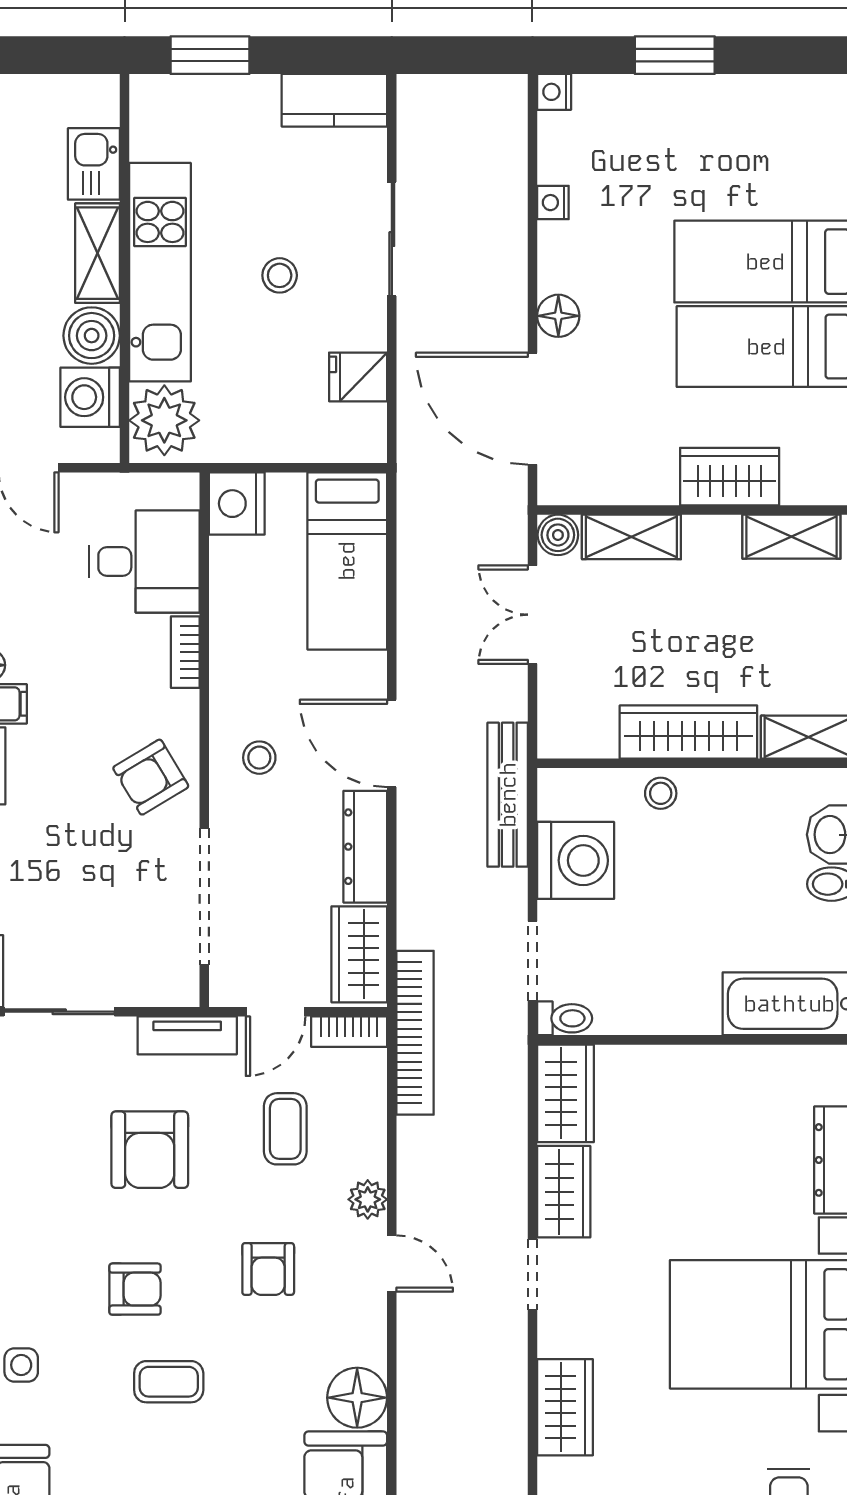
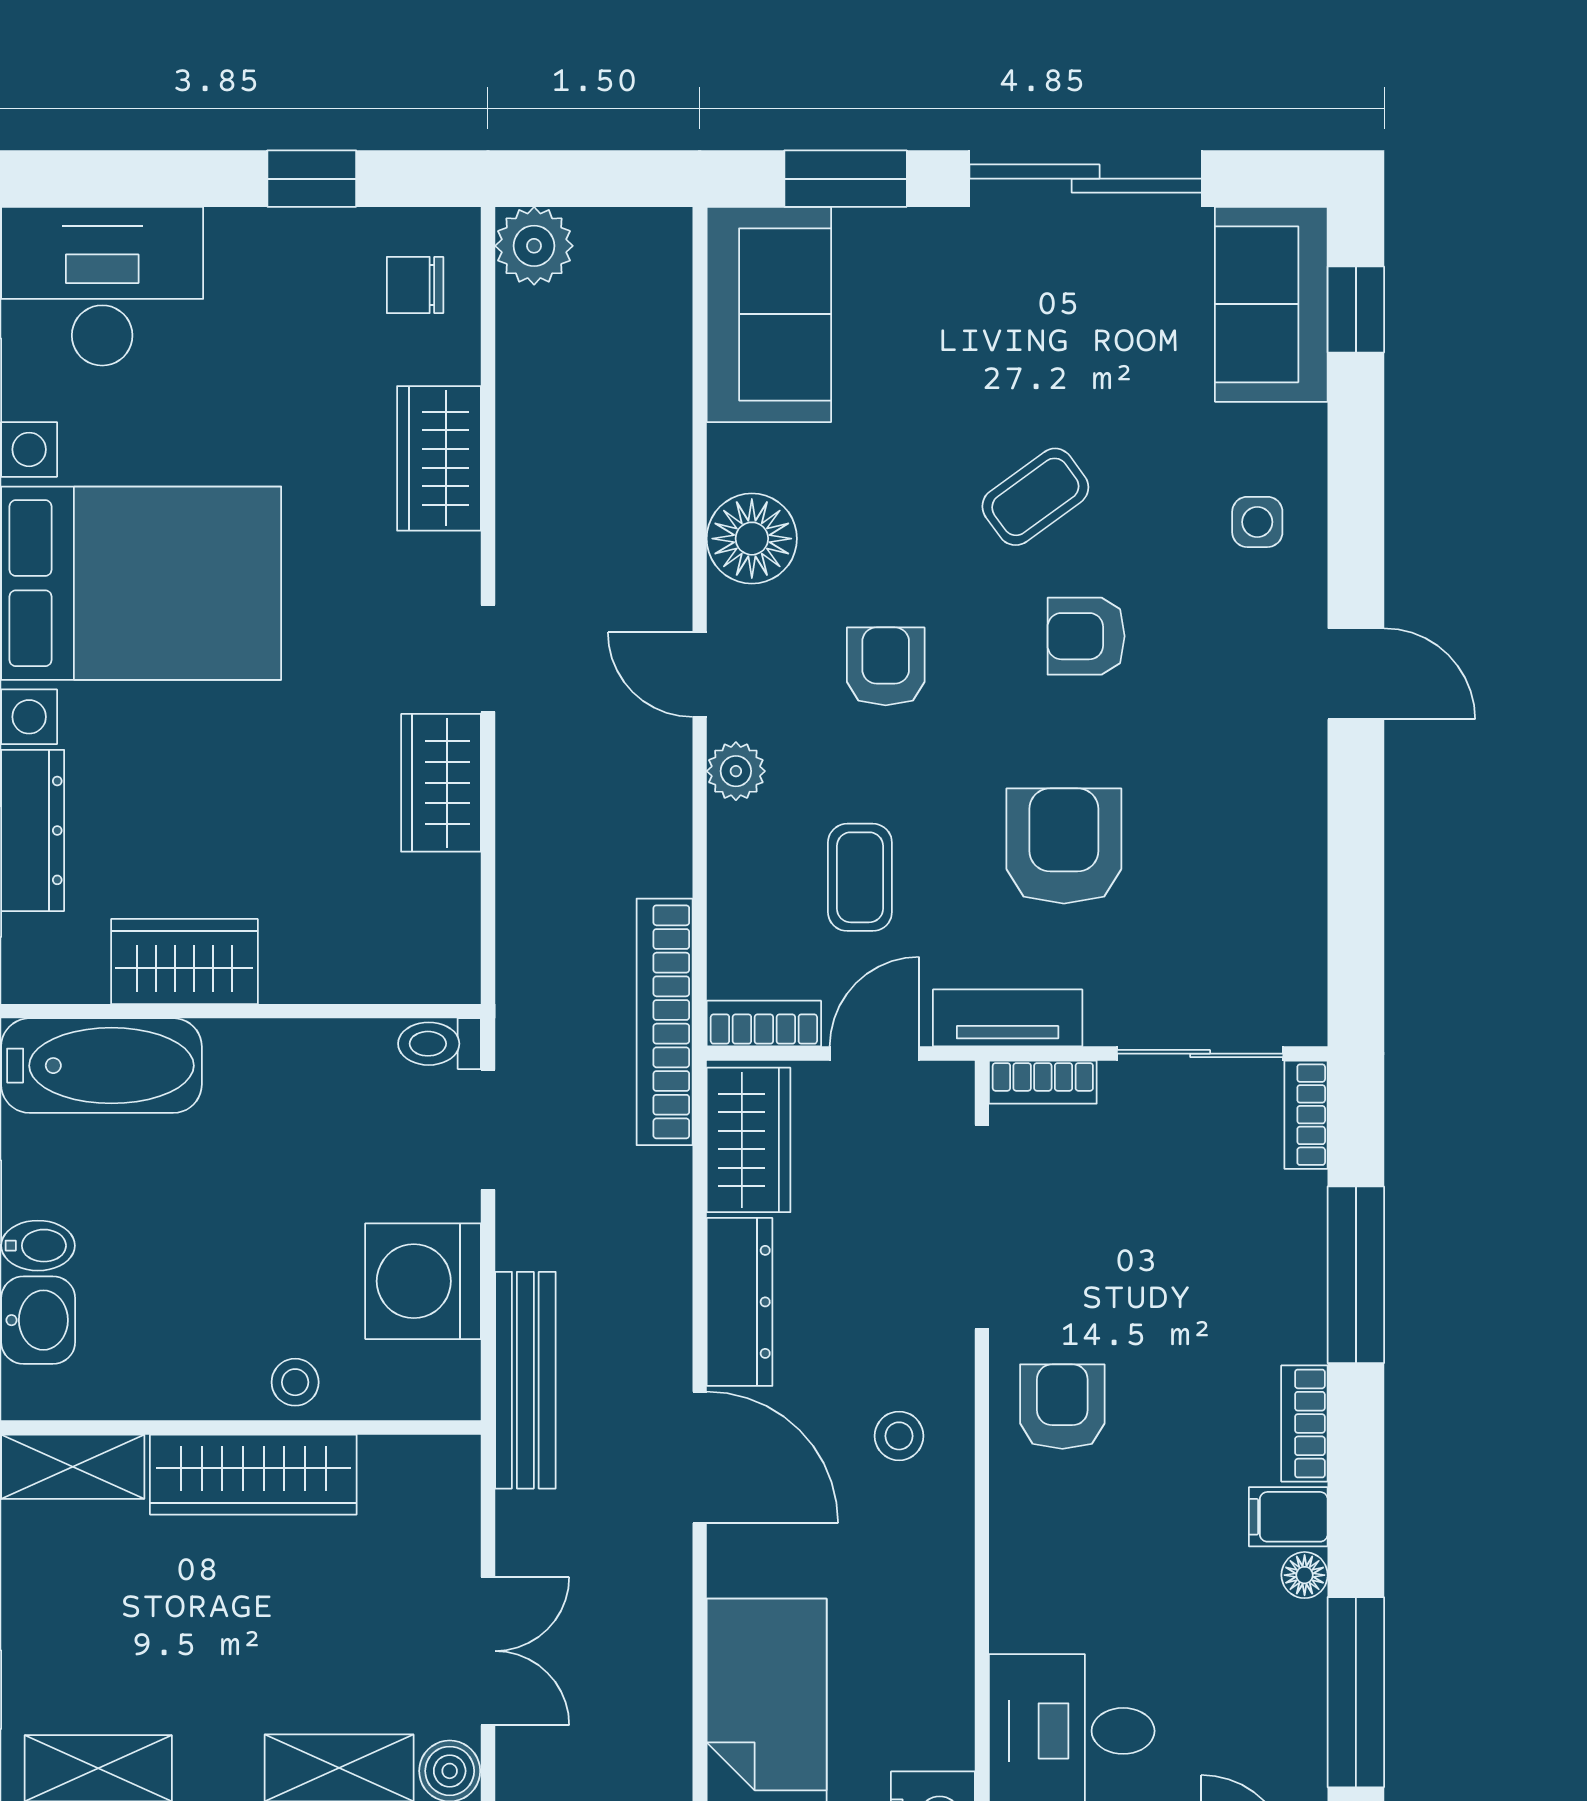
bookcase: (185, 652) -> (1043, 1082), moved, turned 90
armchair: (151, 777) -> (1062, 1407), turned -59
wardrobe: (565, 1093) -> (184, 962), moved, turned 90
coffee table: (169, 1382) -> (1035, 497), turned -36
floor lamp: (357, 1398) -> (752, 539), moved

